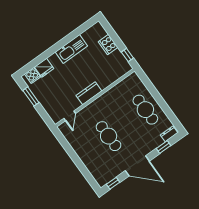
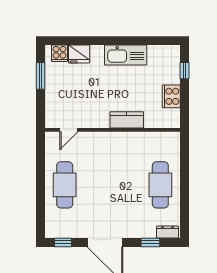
cooker: (108, 44) -> (171, 96), moved
window: (127, 55) -> (185, 71), moved
kitchen counter: (89, 93) -> (127, 120), moved
cafe table: (109, 136) -> (65, 185), moved

